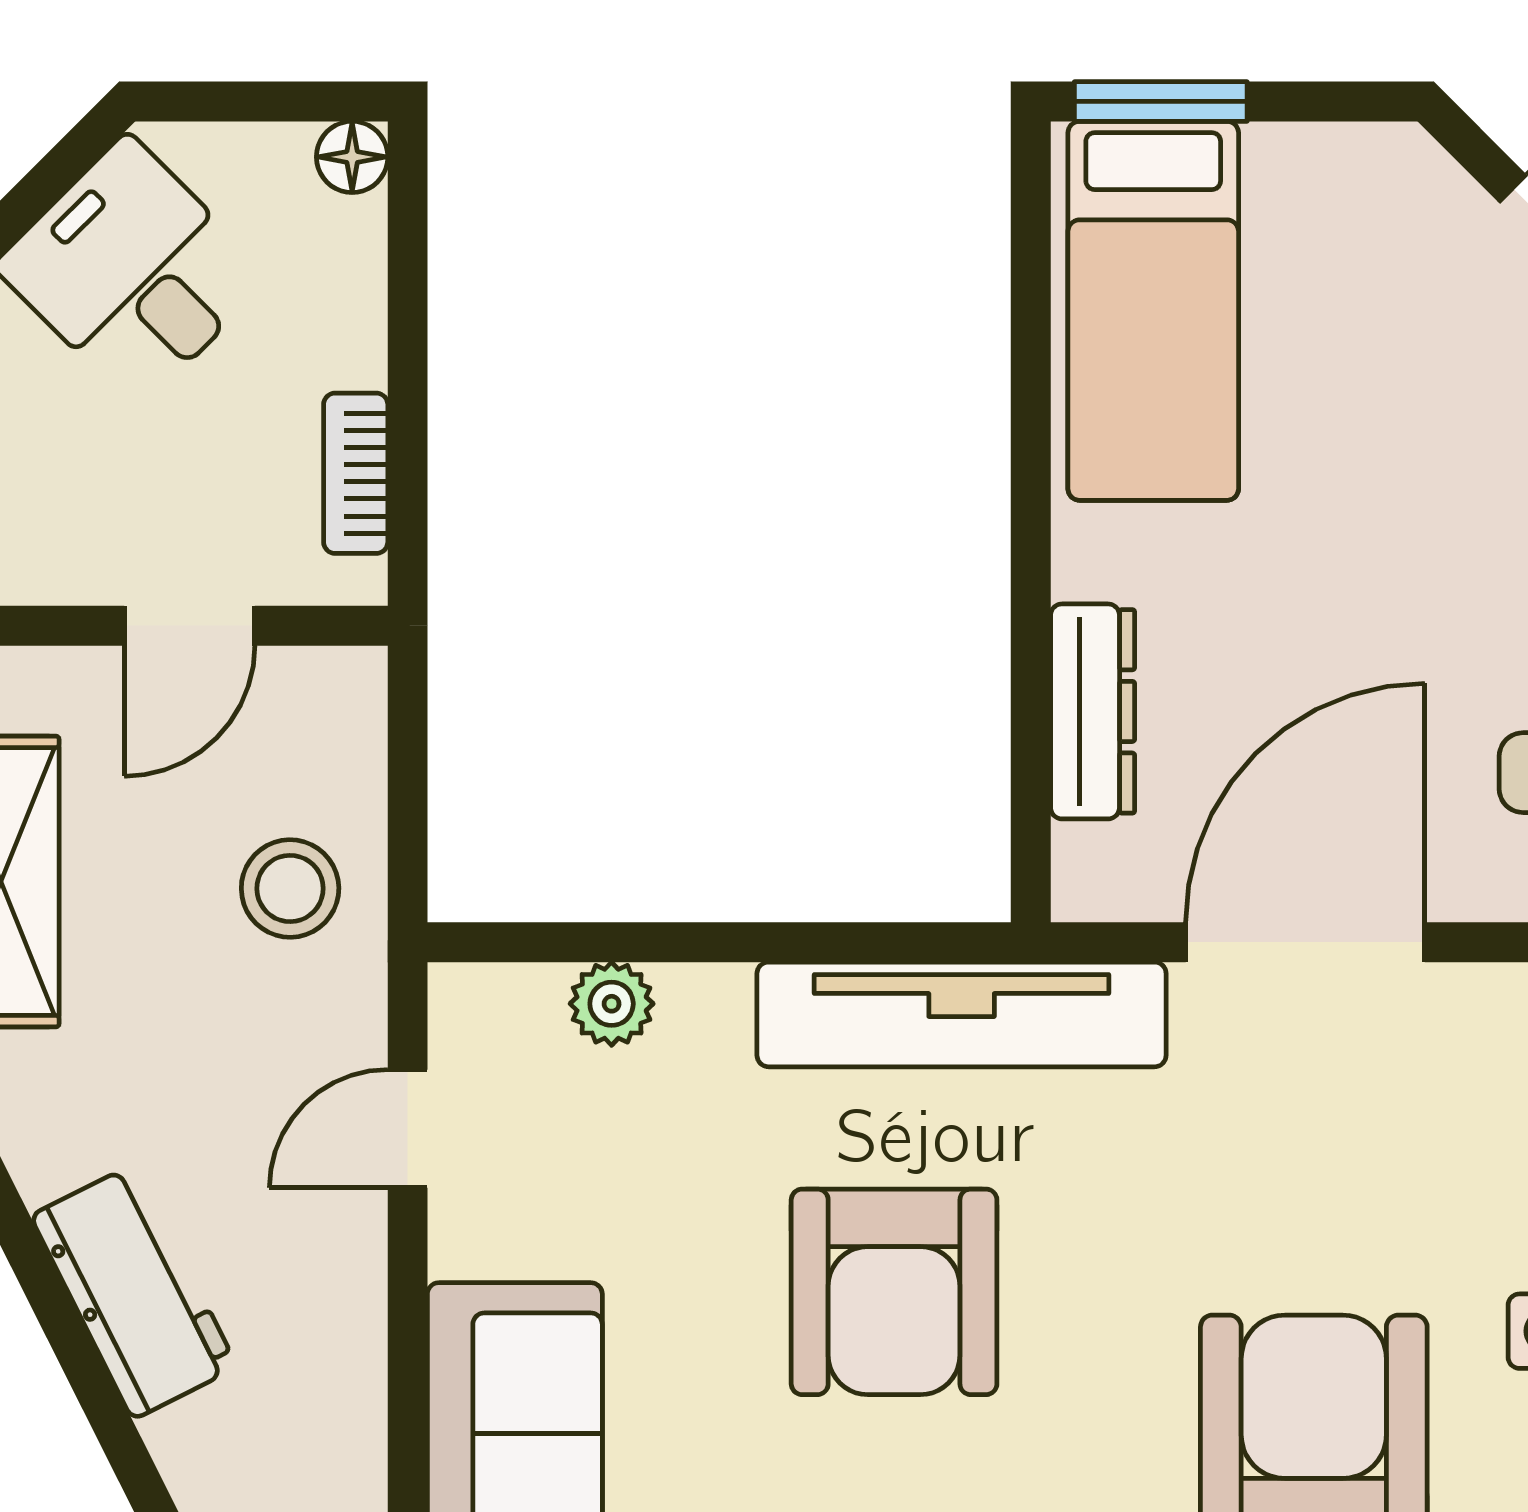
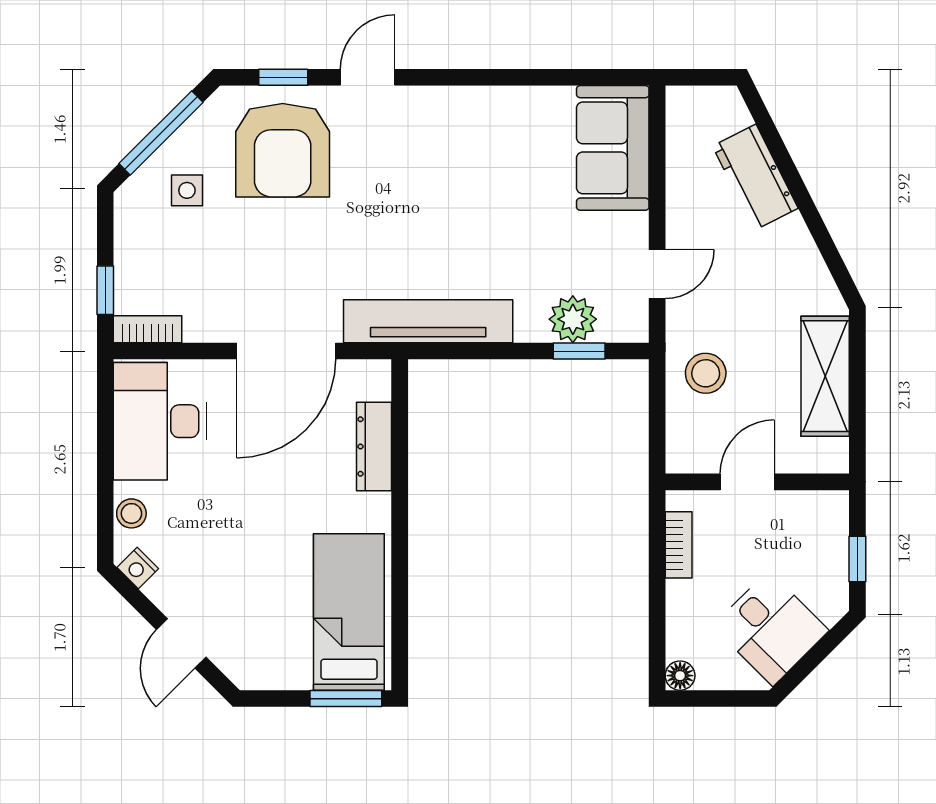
window: (596, 942) -> (579, 351), added
plant: (612, 1004) -> (573, 319), width x1.38, depth x1.38
workbench: (134, 1291) -> (755, 177), moved
armchair: (894, 1292) -> (456, 207), removed

